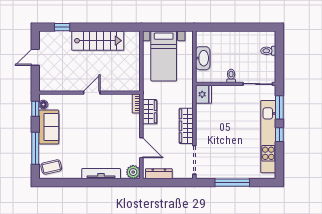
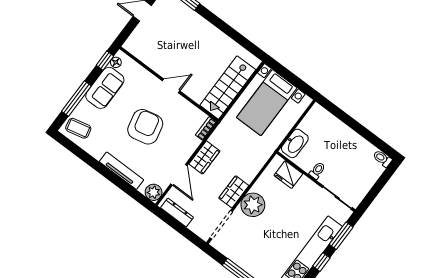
stairs: (98, 41) -> (228, 88), moved, turned 90
toilet: (268, 51) -> (382, 158), moved
washbasin: (203, 58) -> (295, 143), moved
fridge: (203, 94) -> (288, 175), moved, turned 90
wardrobe: (150, 112) -> (204, 157), moved
wardrobe: (186, 126) -> (234, 192), width x0.67
plant: (205, 131) -> (253, 205), added
armchair: (95, 133) -> (145, 127), added

